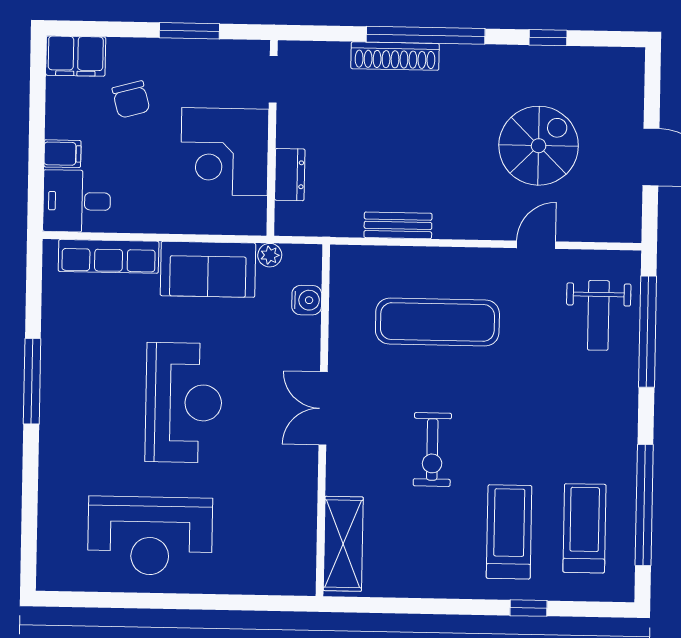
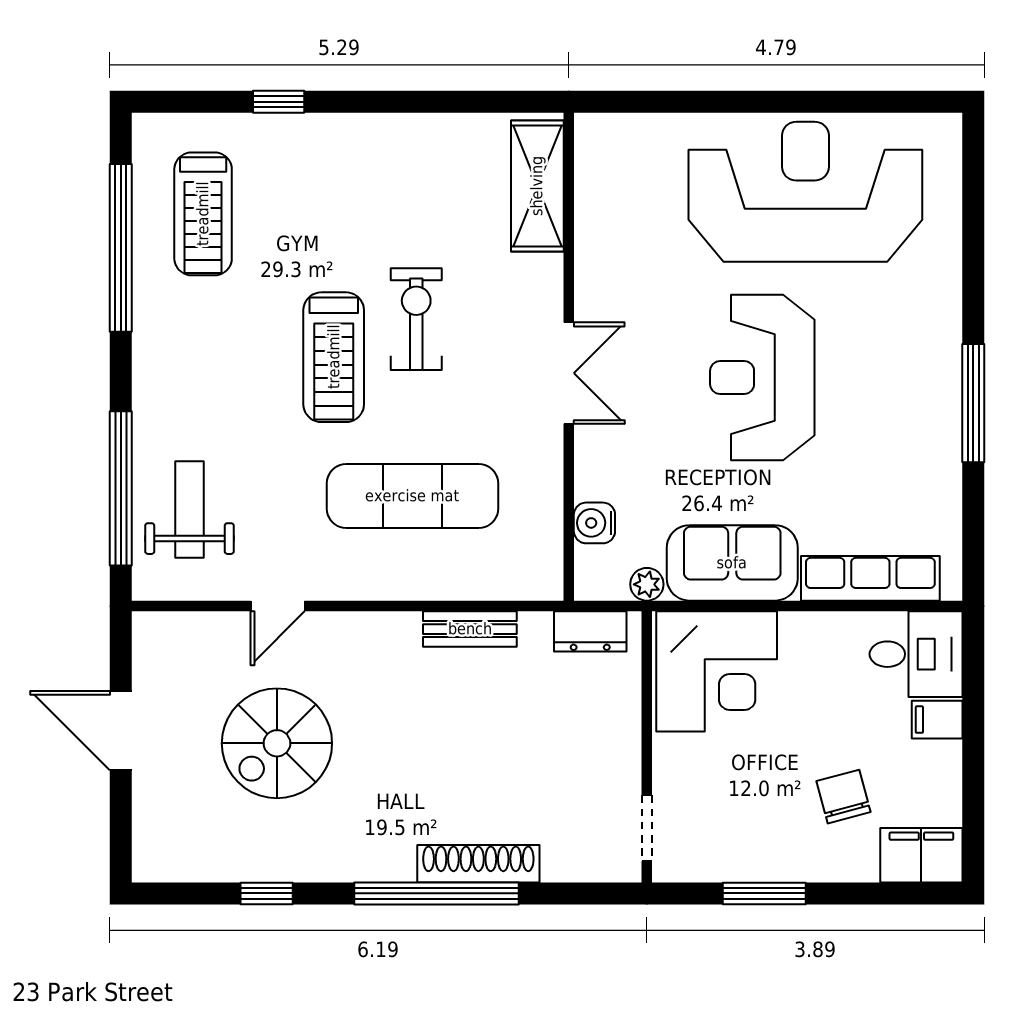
corner desk: (225, 152) -> (717, 671), moved, turned 90
dresser: (290, 175) -> (590, 631), moved, turned -90
treadmill: (509, 532) -> (334, 357), moved
reception desk: (150, 536) -> (805, 192), width x1.36, depth x1.30

